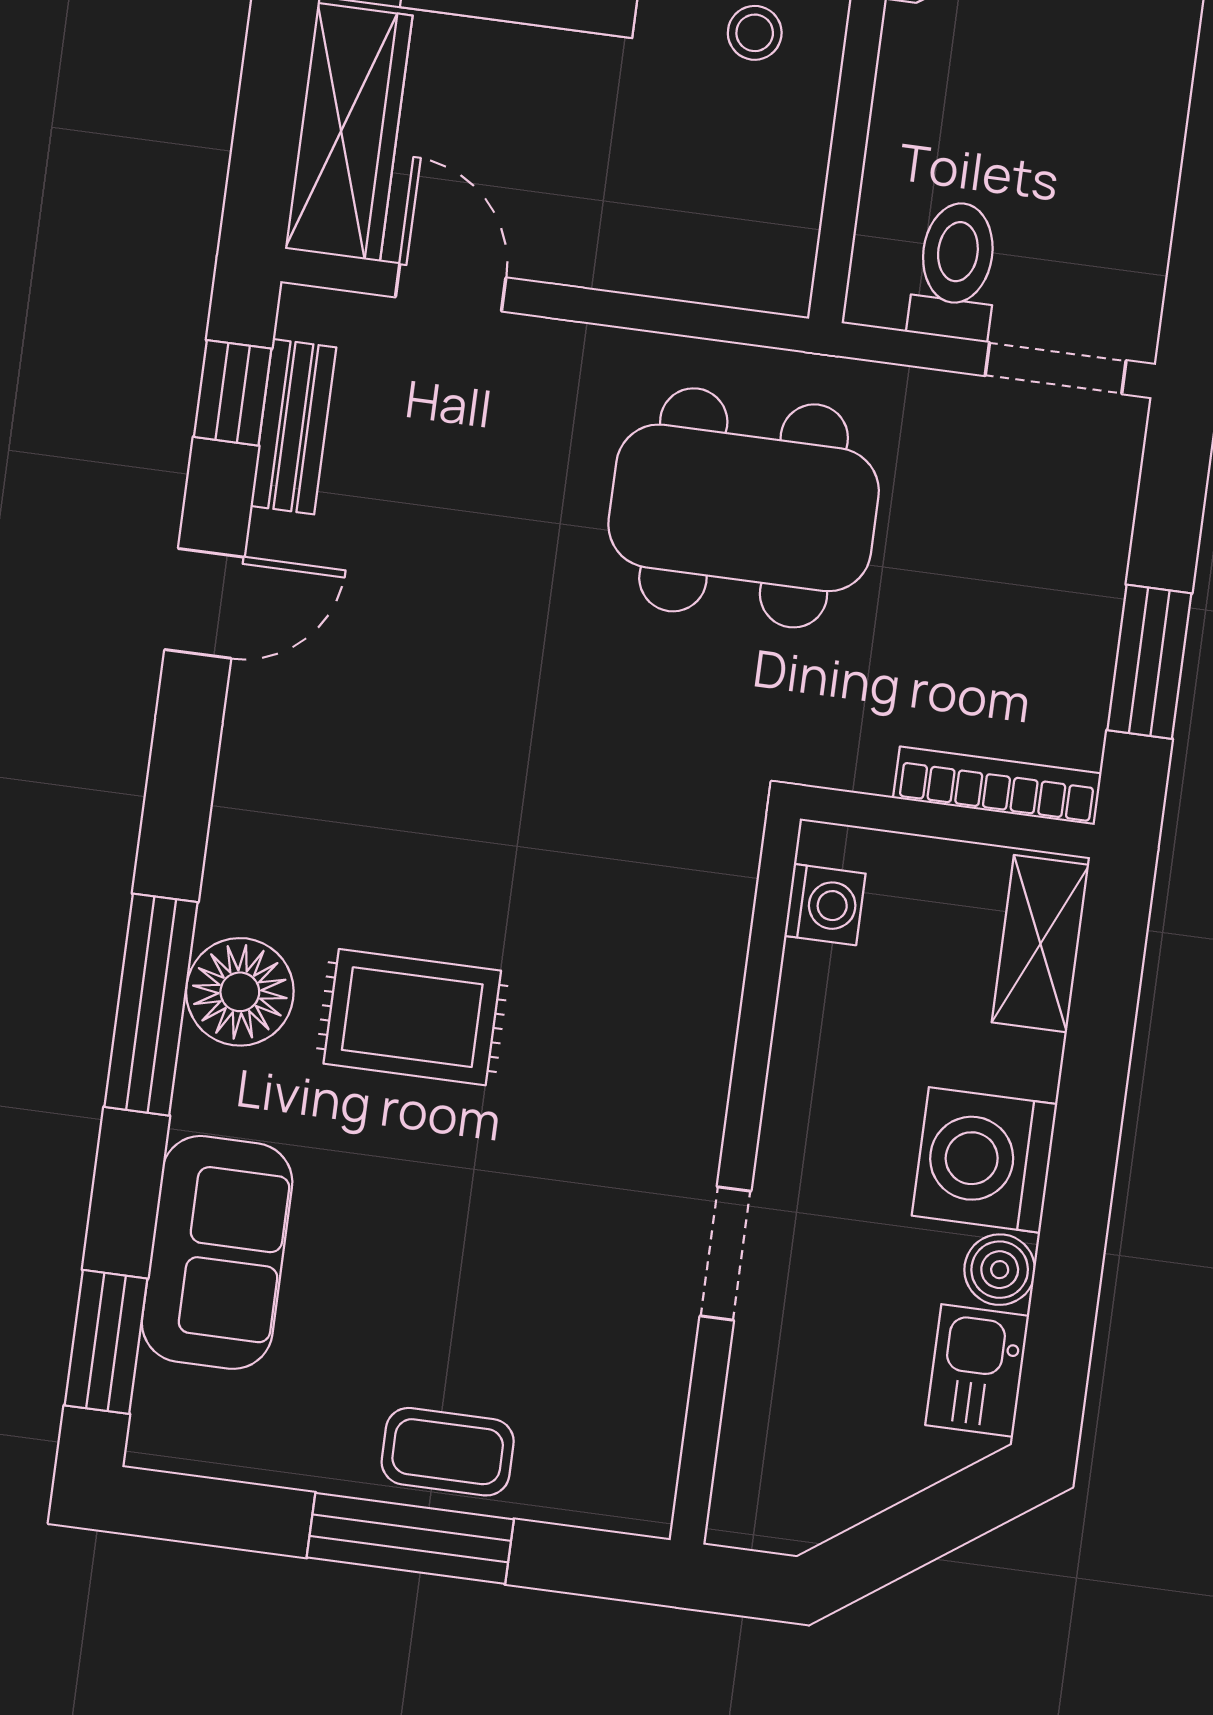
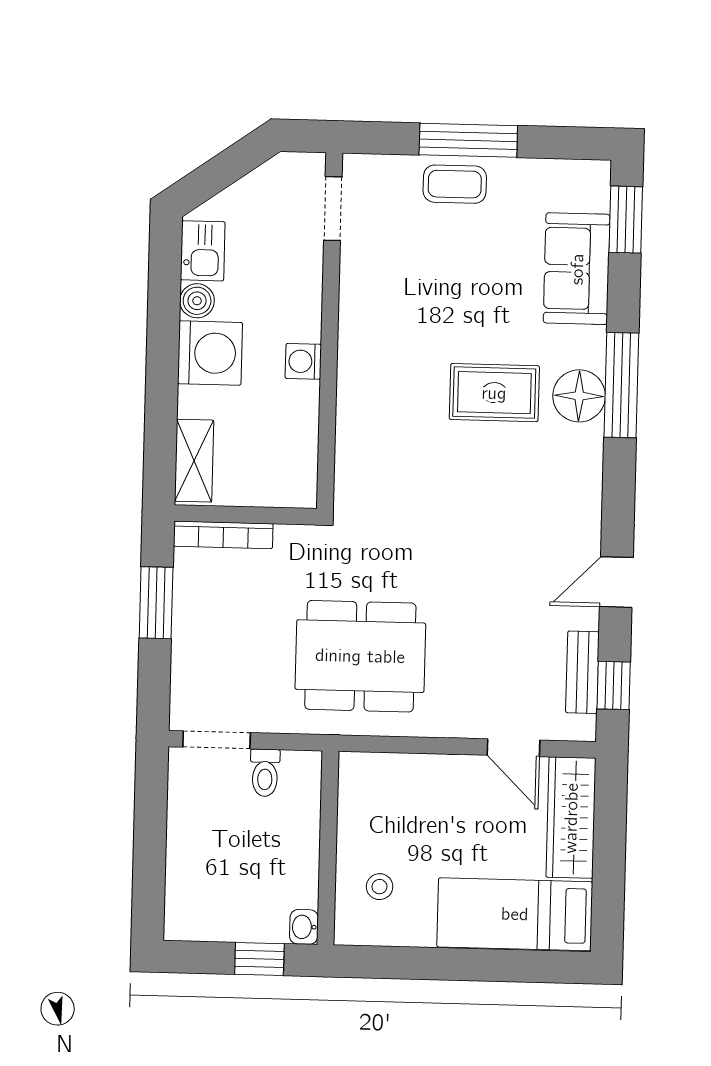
toilet: (955, 270) -> (265, 773), width x0.73, depth x0.72
washing machine: (825, 905) -> (303, 361), moved
doorway: (725, 1254) -> (333, 209), moved

